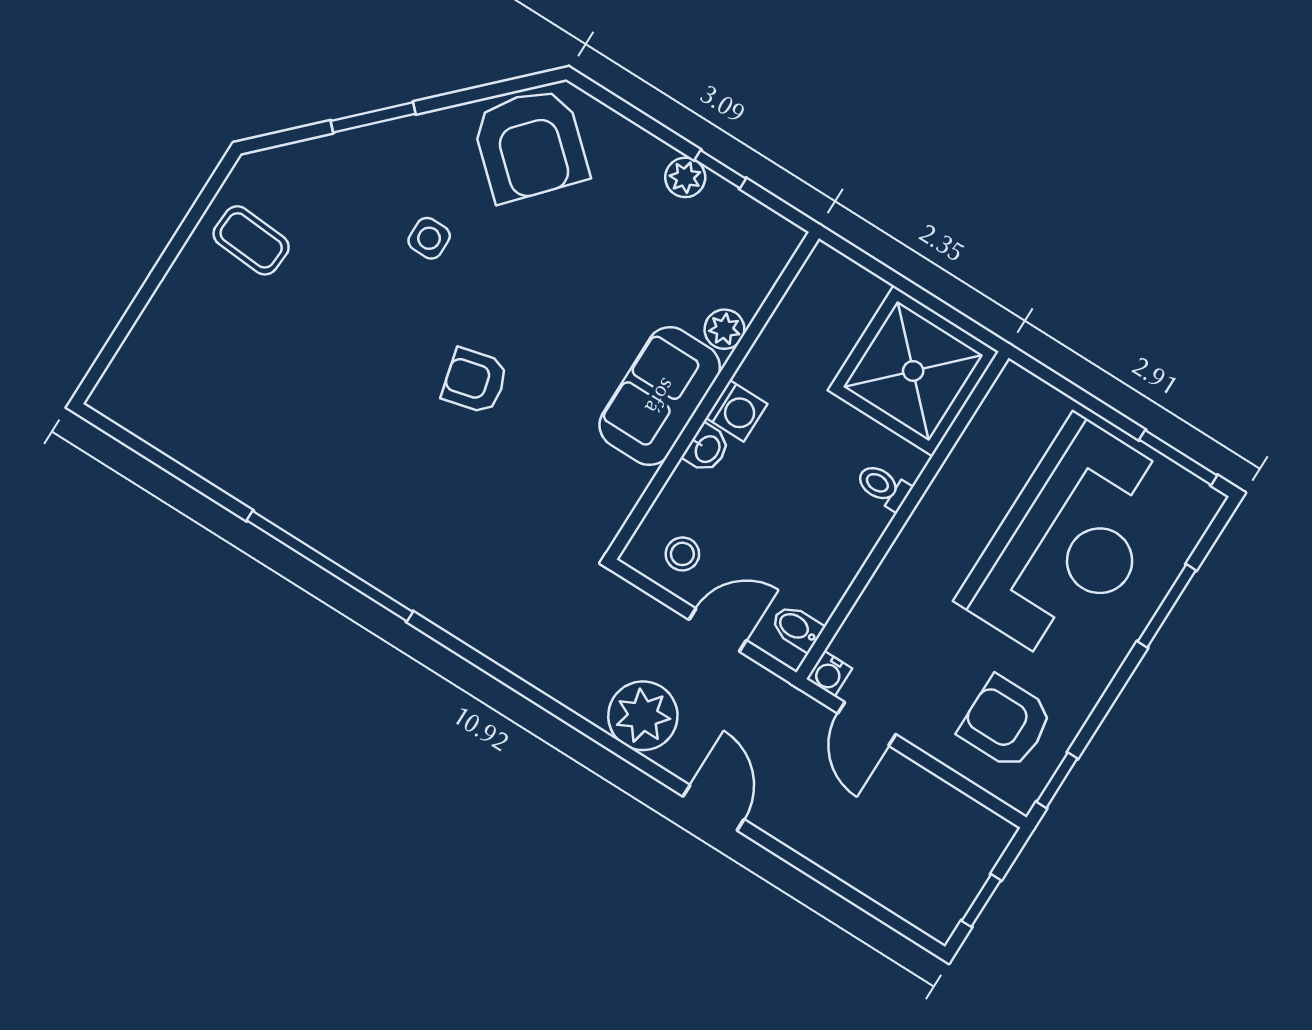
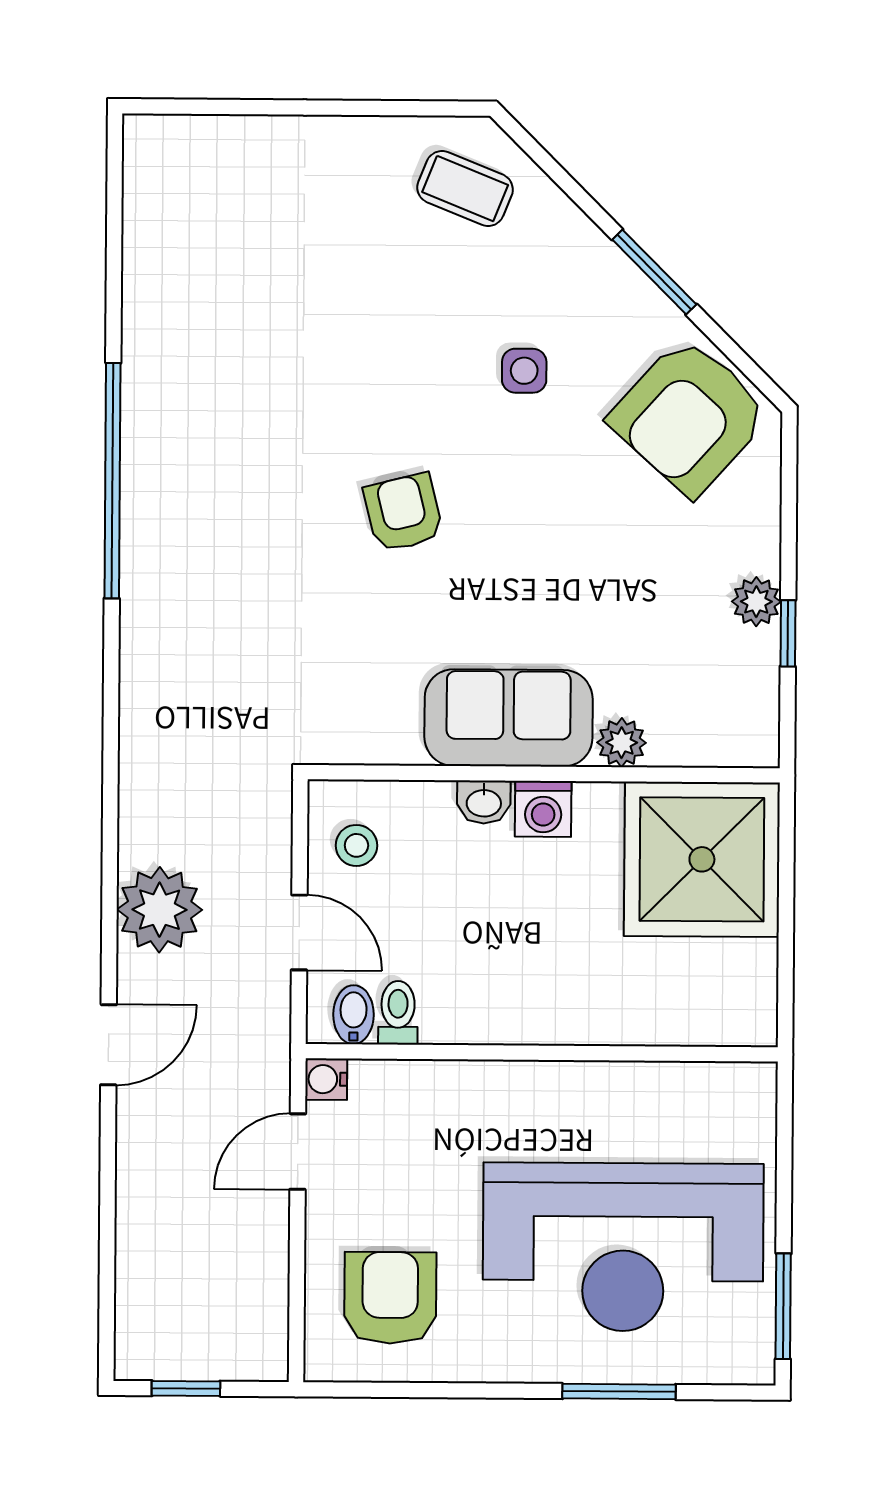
window: (373, 117) -> (654, 272), moved
coffee table: (251, 240) -> (465, 189), moved, turned -72
shower: (913, 371) -> (702, 859), moved
toilet: (883, 487) -> (398, 1013), moved
window: (1057, 780) -> (363, 1390), removed

